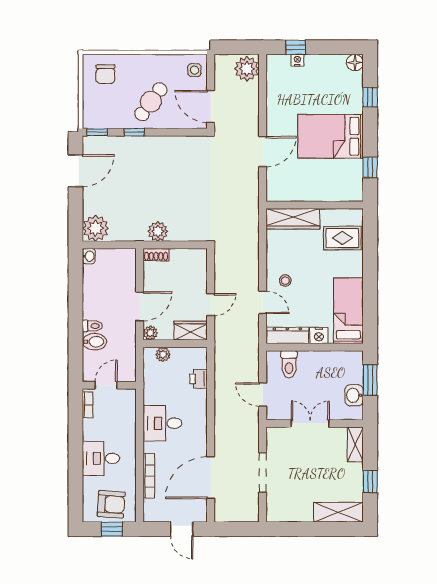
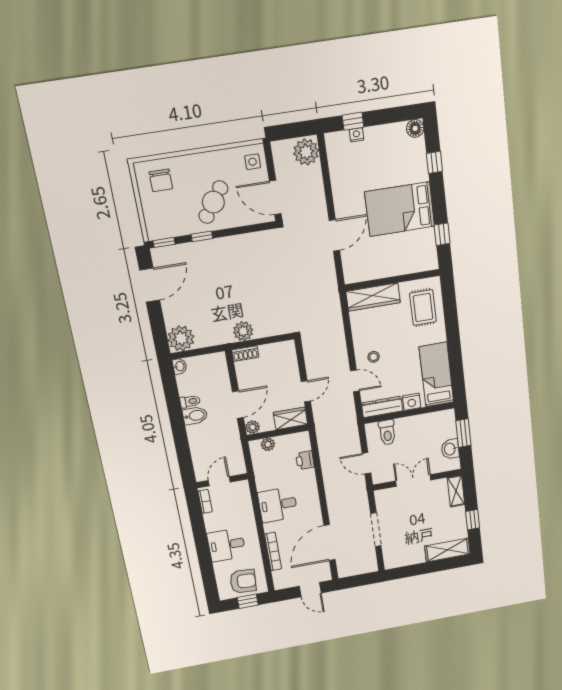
rug: (342, 238) -> (423, 308), turned 90
toilet: (92, 326) -> (190, 401), moved
bidet: (94, 342) -> (195, 416), moved

